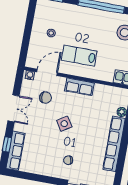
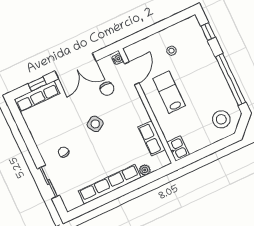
door: (47, 72) -> (132, 73), hinge flipped
row of seats: (79, 87) -> (152, 138), moved
double door: (13, 108) -> (75, 66), width x1.37

